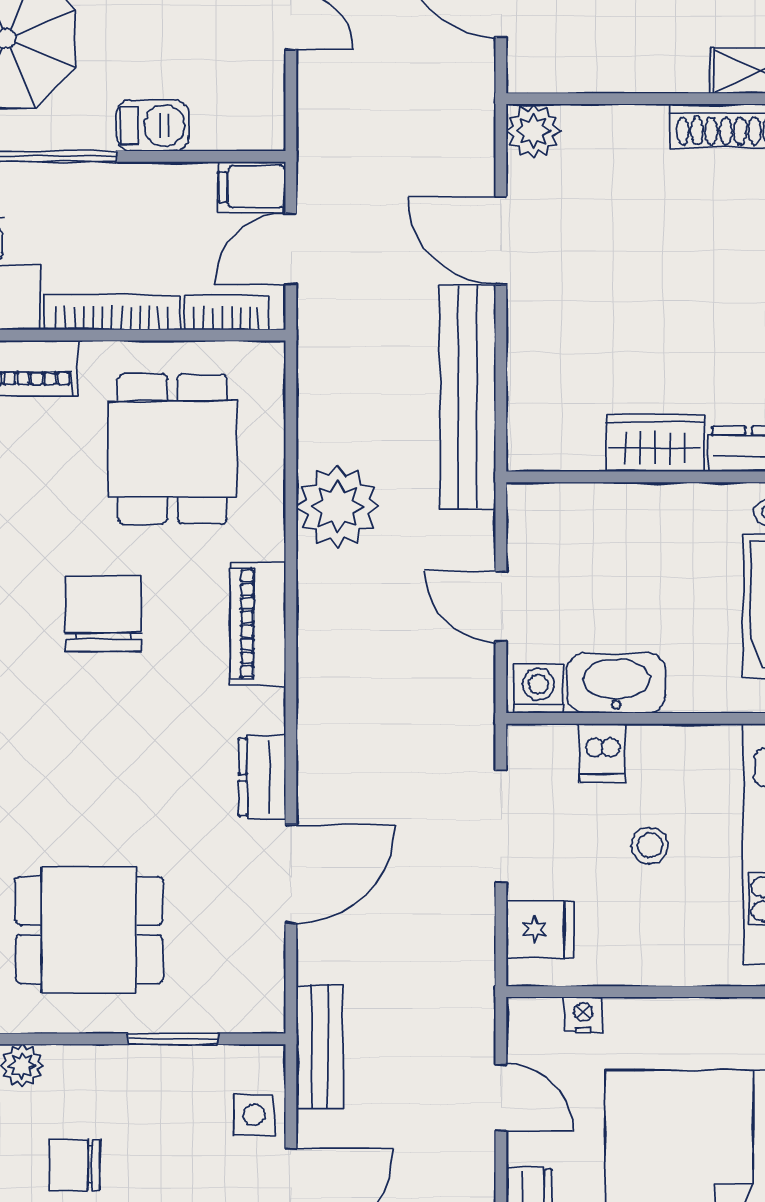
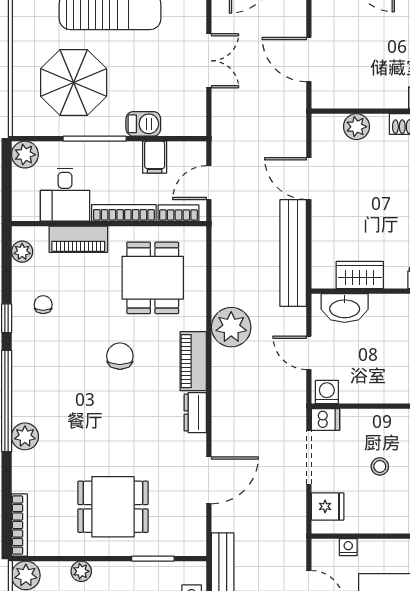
plant: (533, 131) -> (356, 127), moved
filing cabinet: (252, 187) -> (155, 157), moved, turned -90
wardrobe: (655, 443) -> (360, 275), moved
plant: (337, 507) -> (231, 327), moved
chair: (104, 613) -> (120, 356), width x0.73, depth x0.73
washbasin: (616, 683) -> (345, 308), moved, turned 180
dishwasher: (602, 753) -> (326, 420), moved, turned -90
dresser: (262, 777) -> (195, 413), moved

